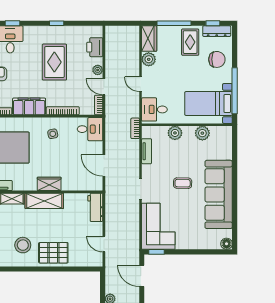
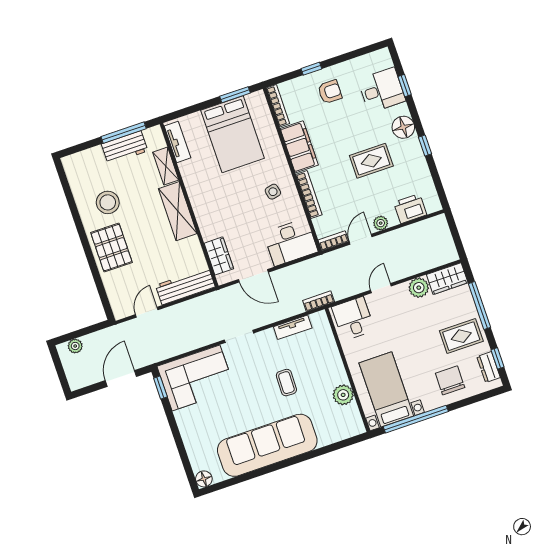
dresser: (217, 31) -> (489, 367), width x0.70
floor lamp: (40, 33) -> (403, 127), added
chair: (217, 59) -> (450, 380), turned 180
rug: (54, 62) -> (371, 161), width x0.73, depth x0.70
desk: (90, 129) -> (291, 242), width x1.37
plant: (175, 133) -> (331, 357), removed
door: (104, 166) -> (253, 276), swing flipped
coffee table: (183, 183) -> (286, 383), moved
wardrobe: (49, 184) -> (219, 256), moved
workbench: (95, 207) -> (185, 286), width x1.37

